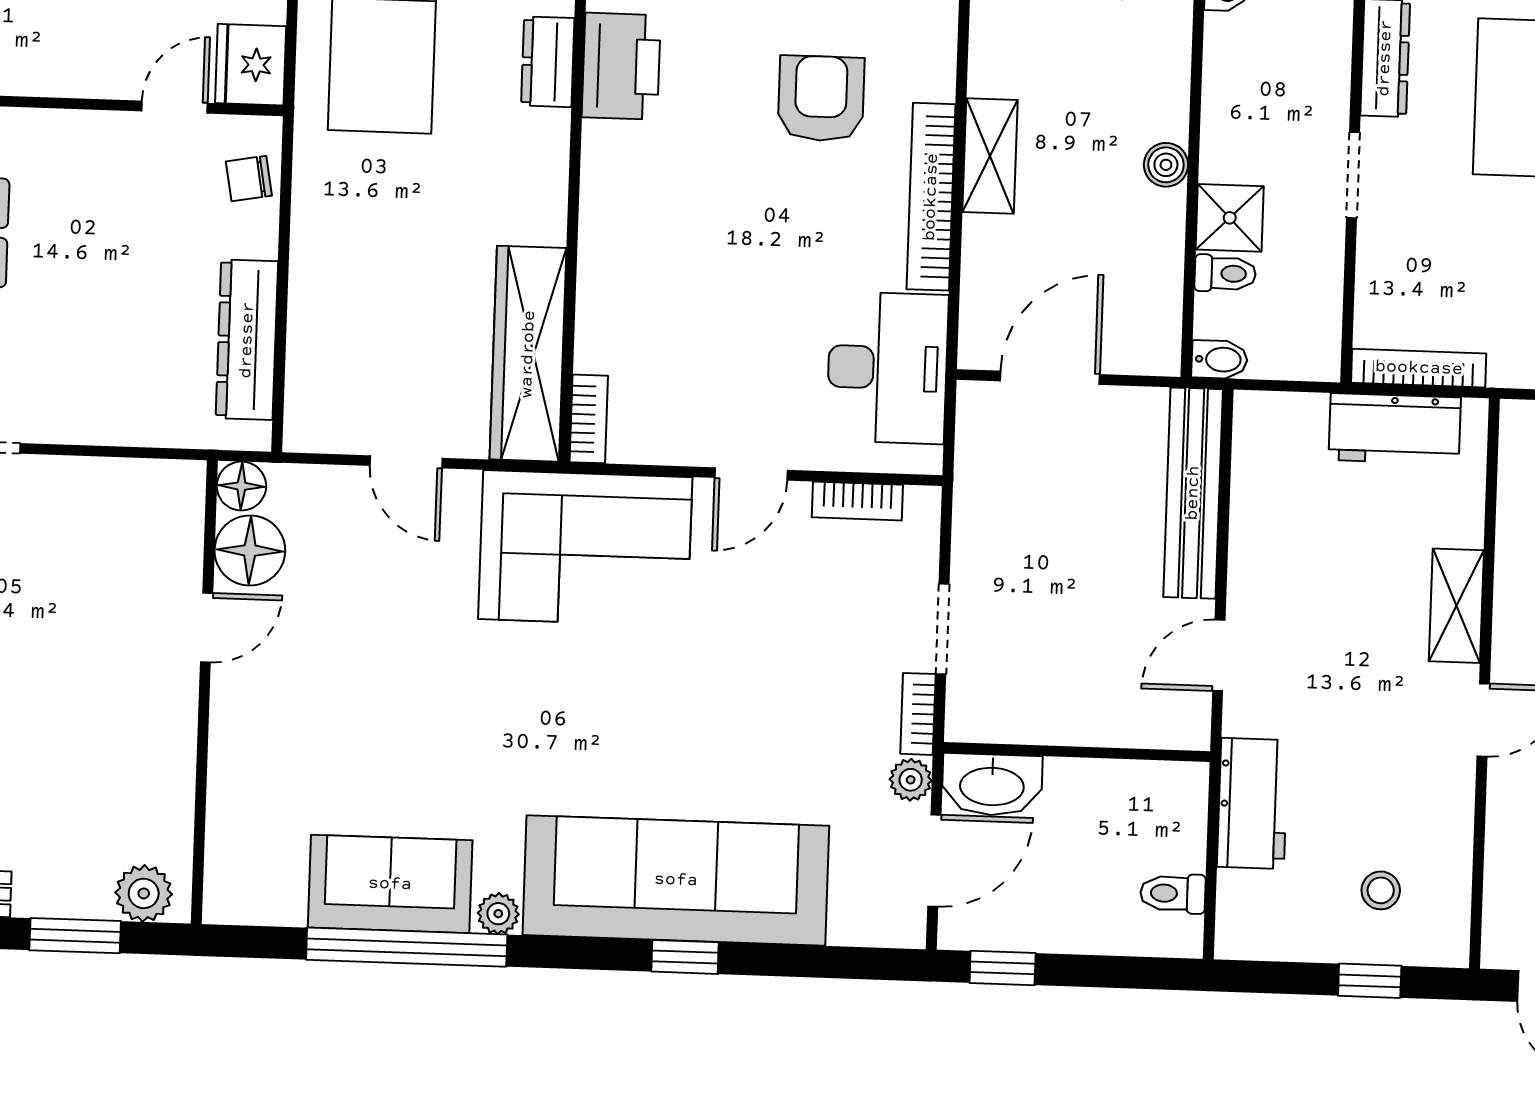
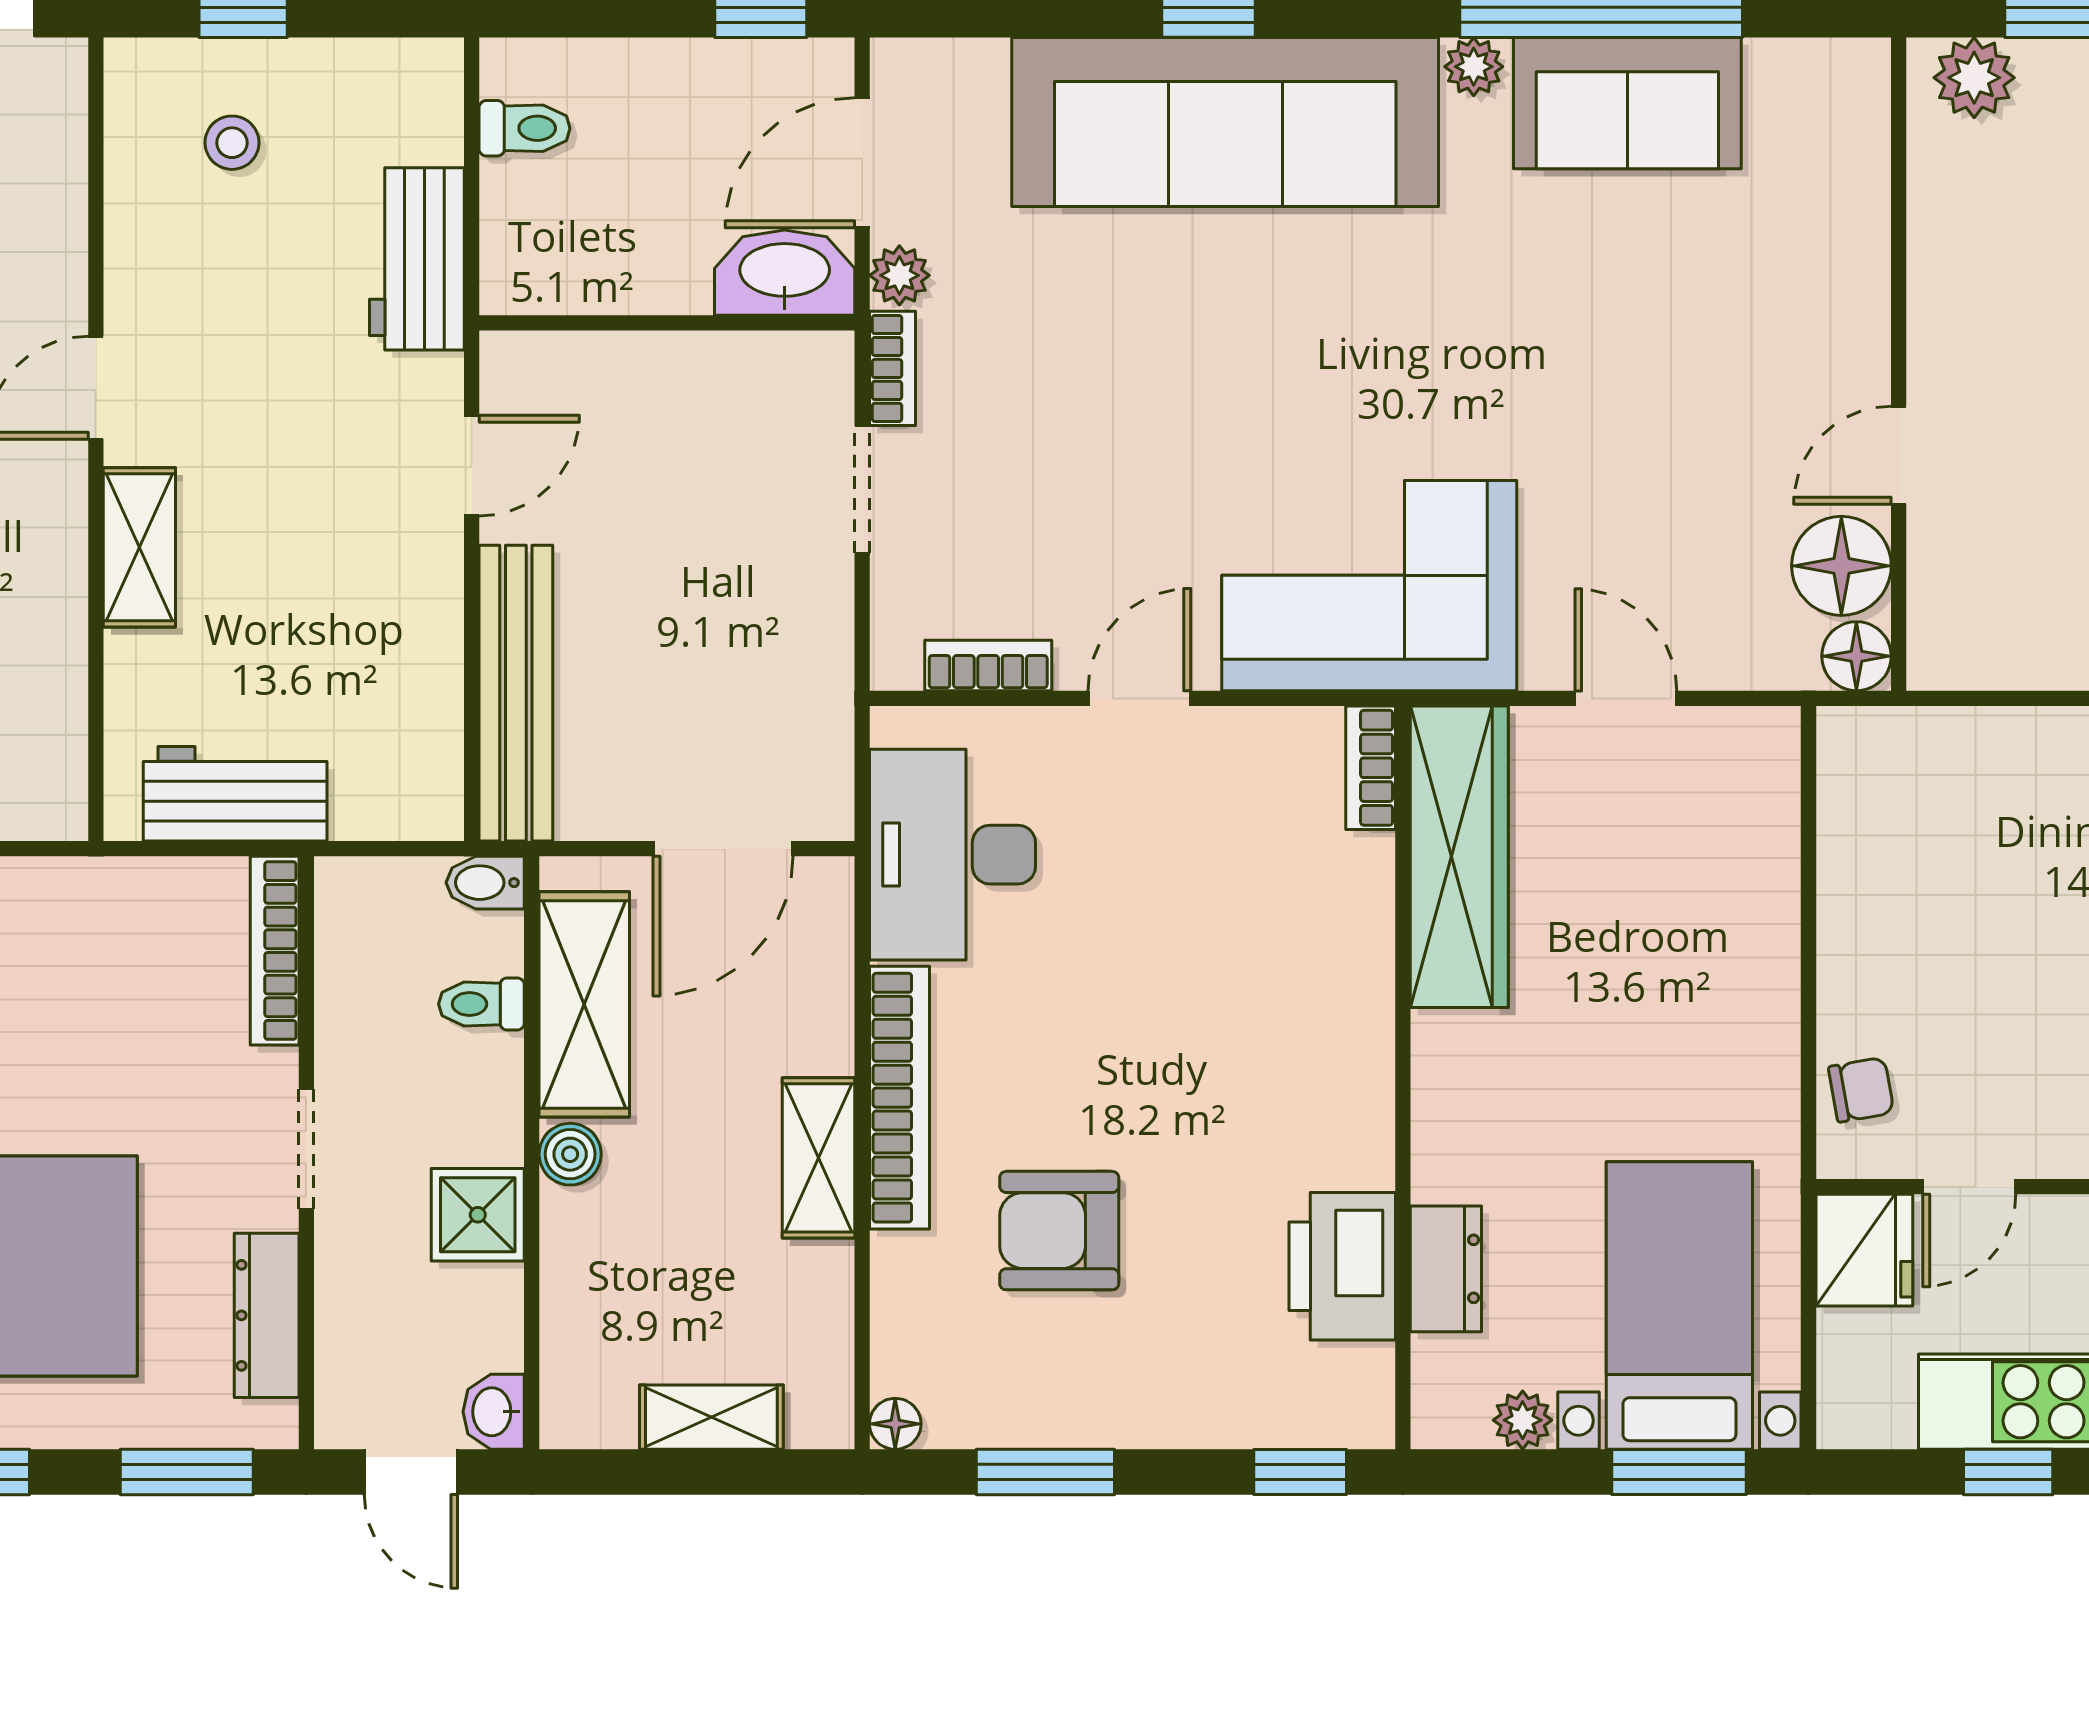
armchair: (821, 98) -> (1059, 1231), turned 90
shower: (1230, 218) -> (478, 1215), moved
shelving: (1152, 271) -> (584, 1004), added
dresser: (247, 340) -> (1856, 863), removed
bookcase: (1419, 368) -> (275, 951), moved, turned 90

